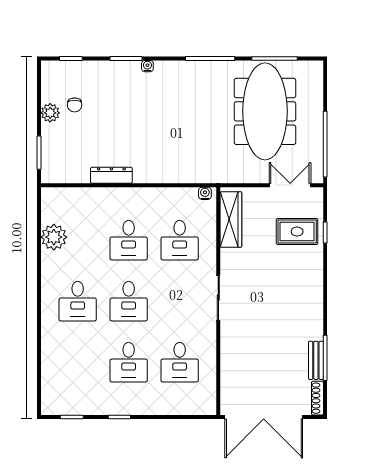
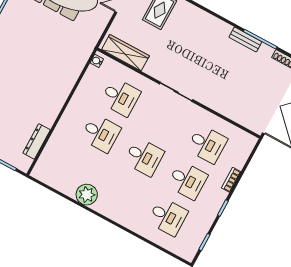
dresser: (111, 175) -> (37, 141), moved
plant: (54, 237) -> (87, 195), moved
desk: (78, 301) -> (168, 217), moved
bench: (316, 360) -> (245, 39), moved
bookcase: (155, 409) -> (231, 180), added

